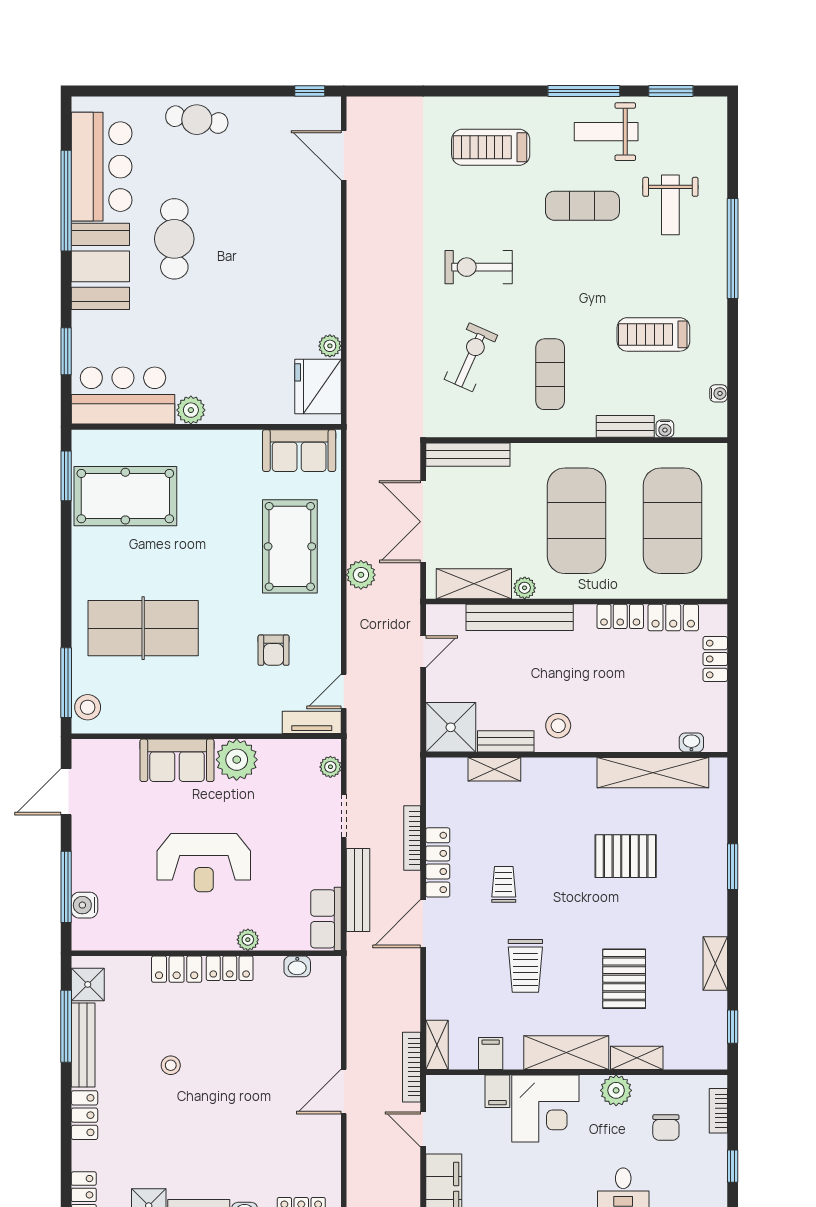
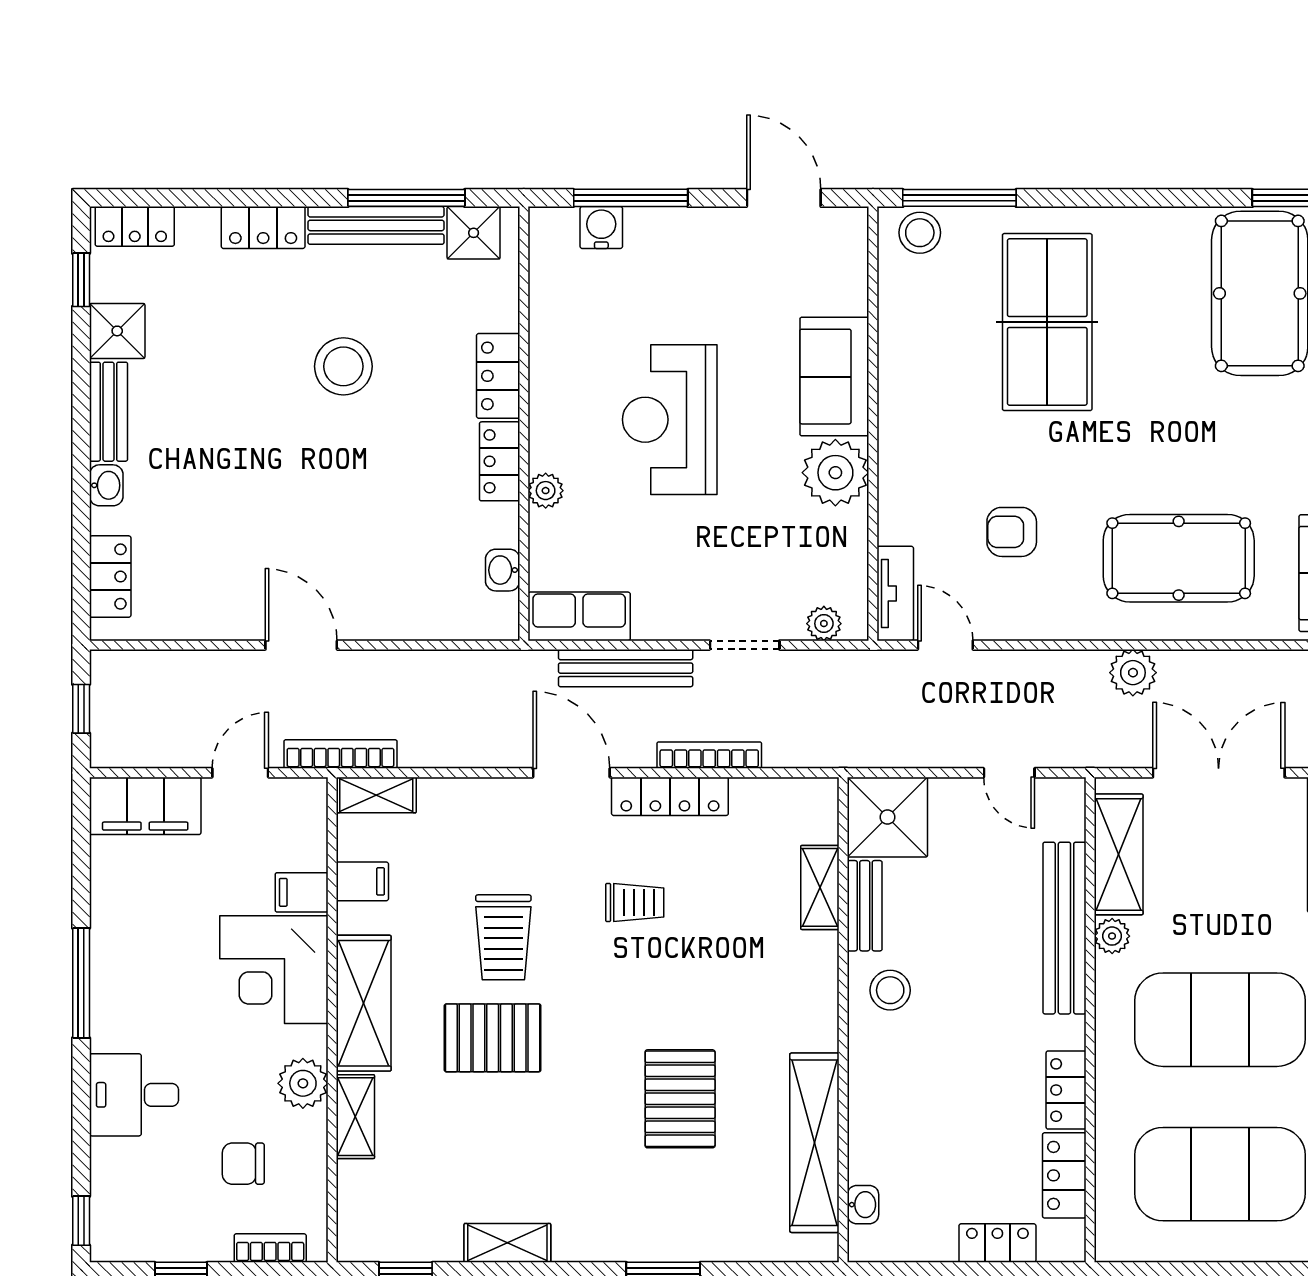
trolley: (525, 966) -> (503, 937), turned -90
pallet: (624, 979) -> (493, 1038), moved
stool: (171, 1065) -> (343, 366), width x1.89, depth x1.89

